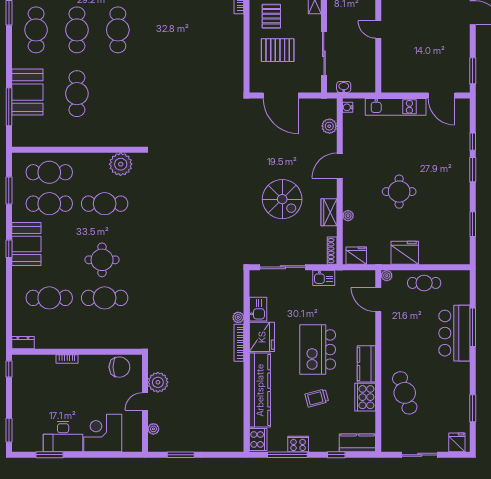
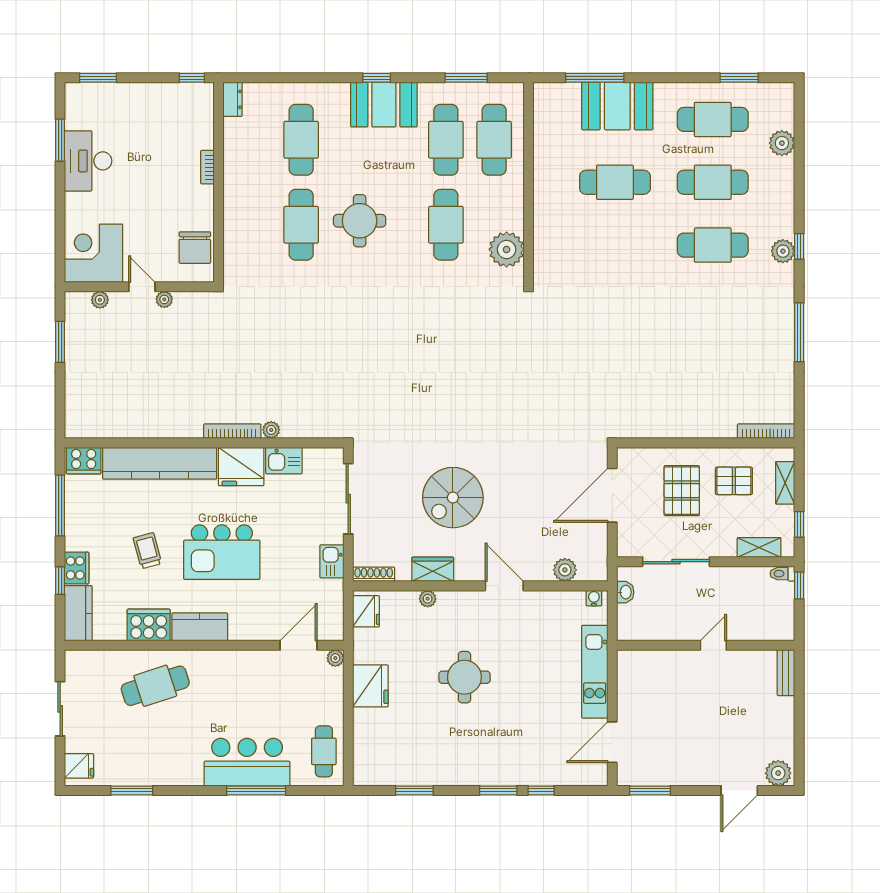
cafe table: (424, 283) -> (324, 751), moved
kitchen island: (318, 350) -> (222, 552), turned 180
plant: (158, 382) -> (164, 299), width x0.53, depth x0.53
corner desk: (103, 433) -> (94, 253), moved, turned -90
cooker: (298, 444) -> (77, 568), moved

